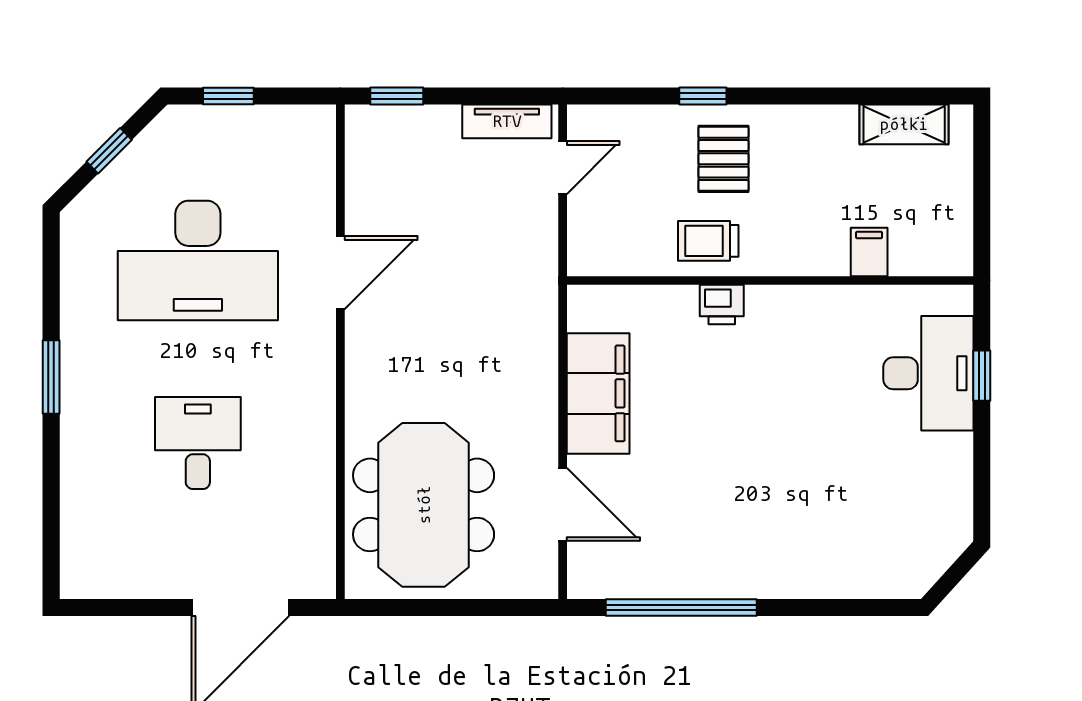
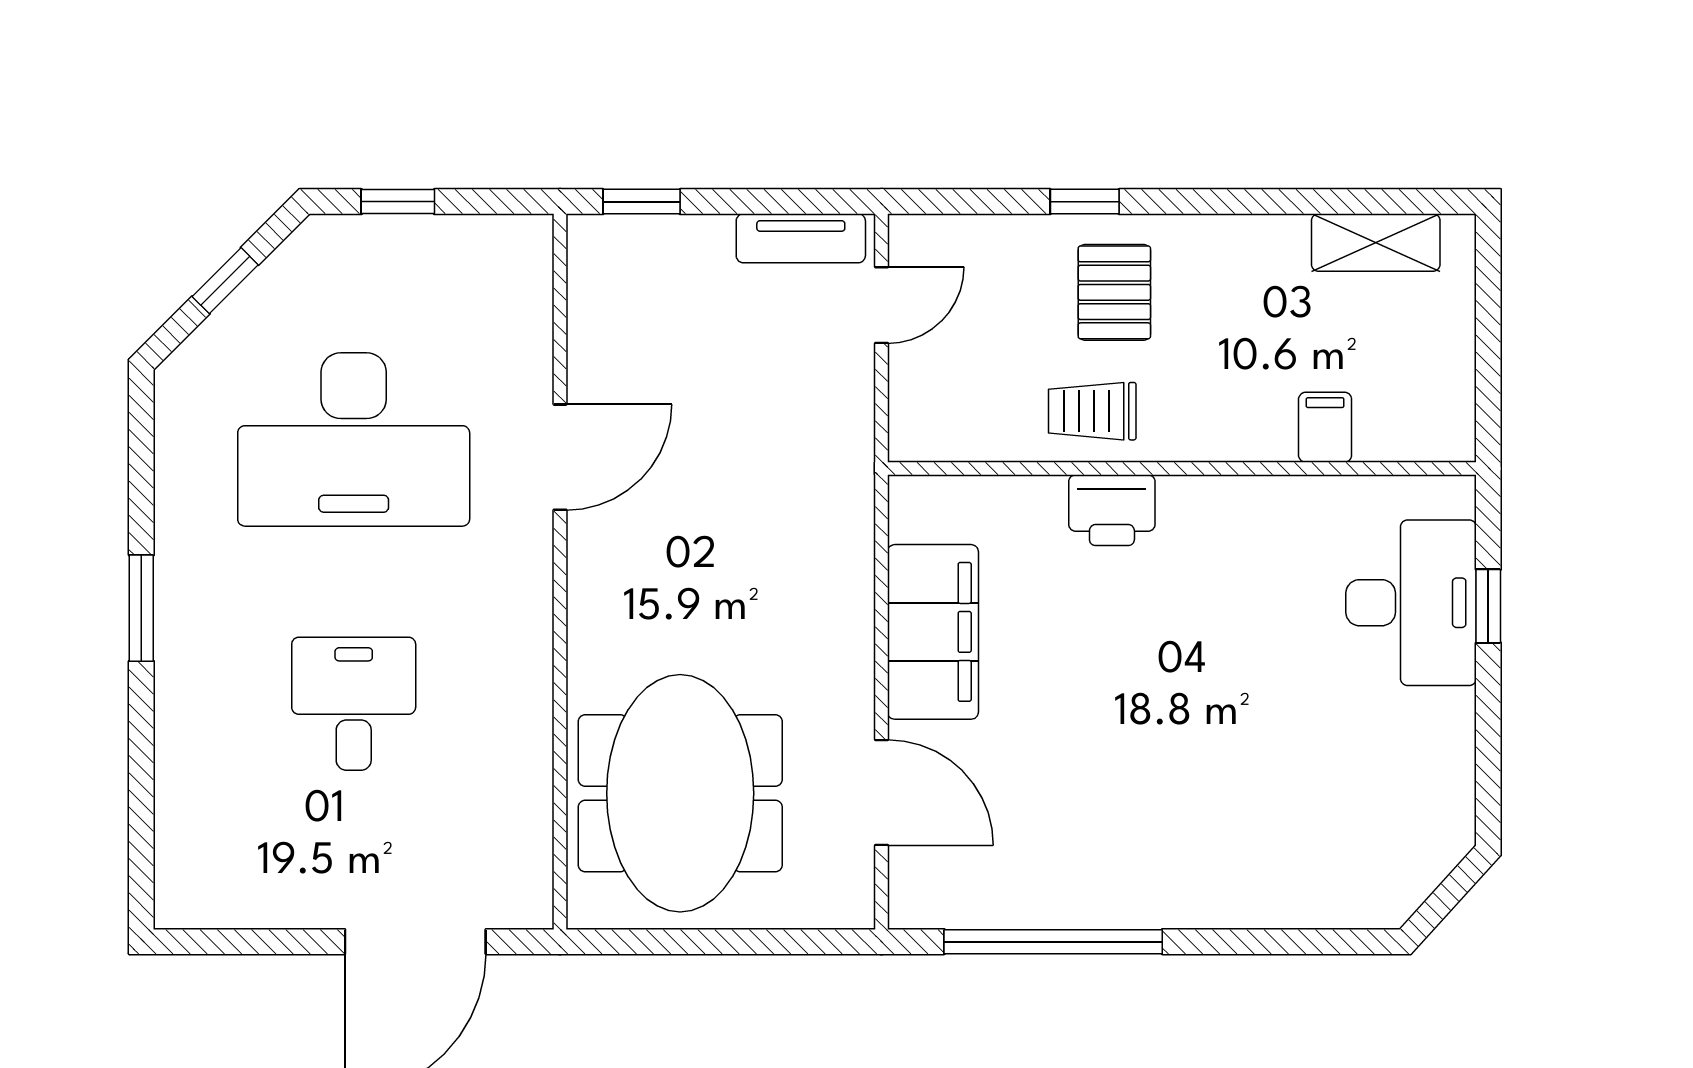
printer: (722, 305) -> (1112, 510), width x1.36, depth x1.24

